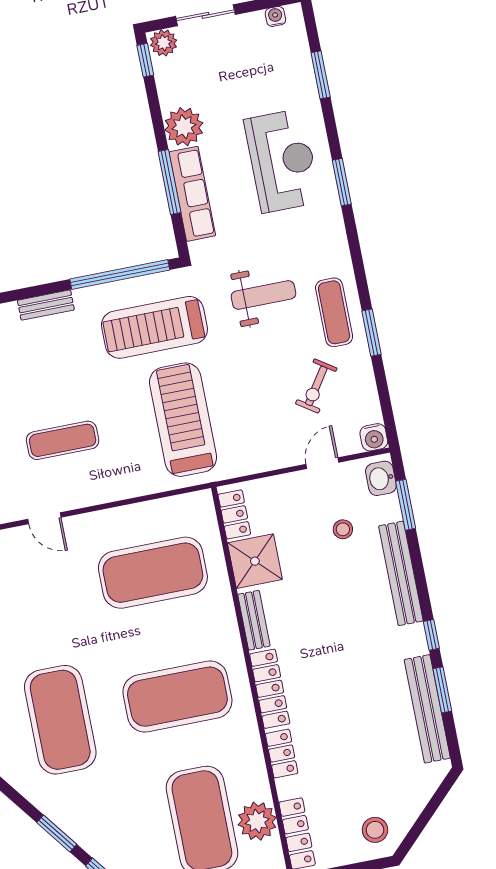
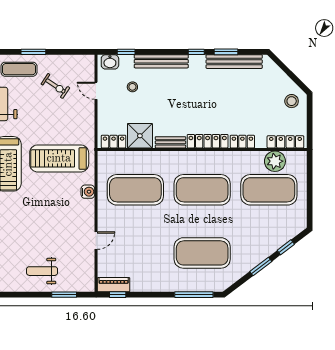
water cooler: (374, 437) -> (88, 192), moved
exercise mat: (63, 440) -> (58, 223), removed
window: (406, 505) -> (126, 52), width x0.67
exercise mat: (153, 573) -> (135, 190), turned 90
exercise mat: (177, 697) -> (202, 190), turned 90

